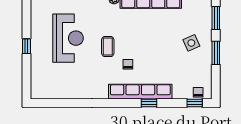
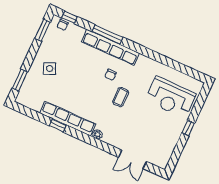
reception desk: (68, 38) -> (171, 97), moved, turned -90
window: (216, 53) -> (42, 30), moved
window: (149, 103) -> (108, 34), width x2.17

